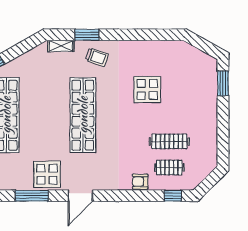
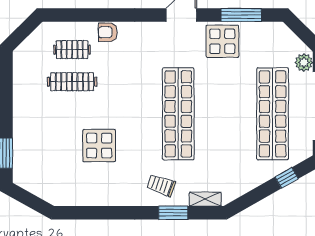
armchair: (140, 182) -> (108, 32), turned 180
window: (173, 196) -> (68, 15), removed

